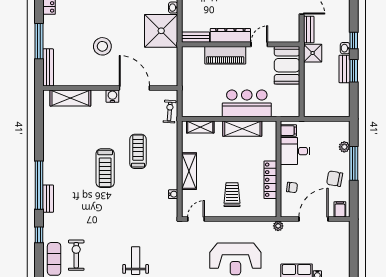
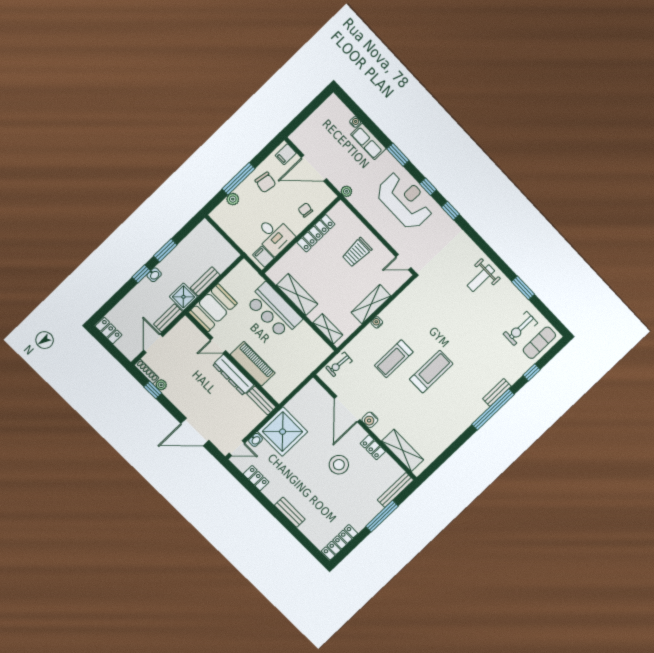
bench: (344, 69) -> (205, 281), moved
locker: (92, 80) -> (373, 447), added
water cooler: (173, 194) -> (377, 322), moved

